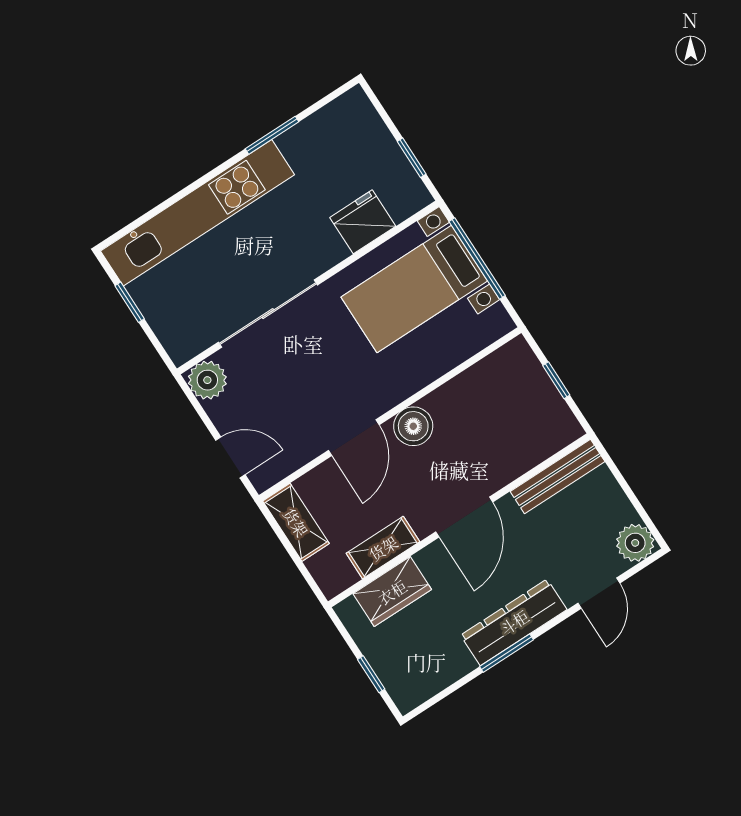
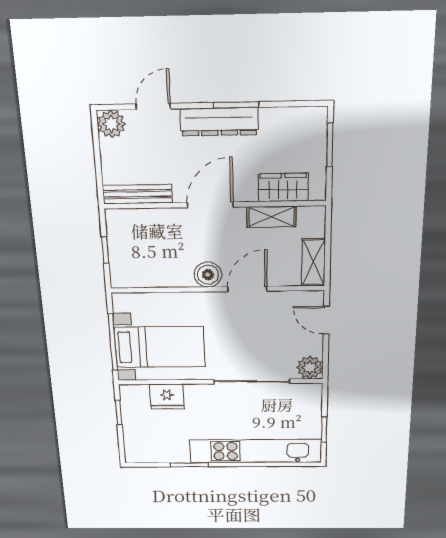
window: (371, 674) -> (330, 145), width x1.50

